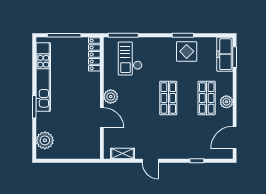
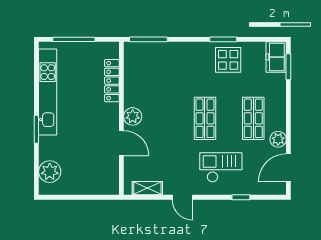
locker: (94, 54) -> (112, 81), moved
freezer: (225, 54) -> (276, 57), width x0.71
checkout: (130, 59) -> (221, 167), moved, turned 90
plant: (226, 102) -> (278, 139), moved

